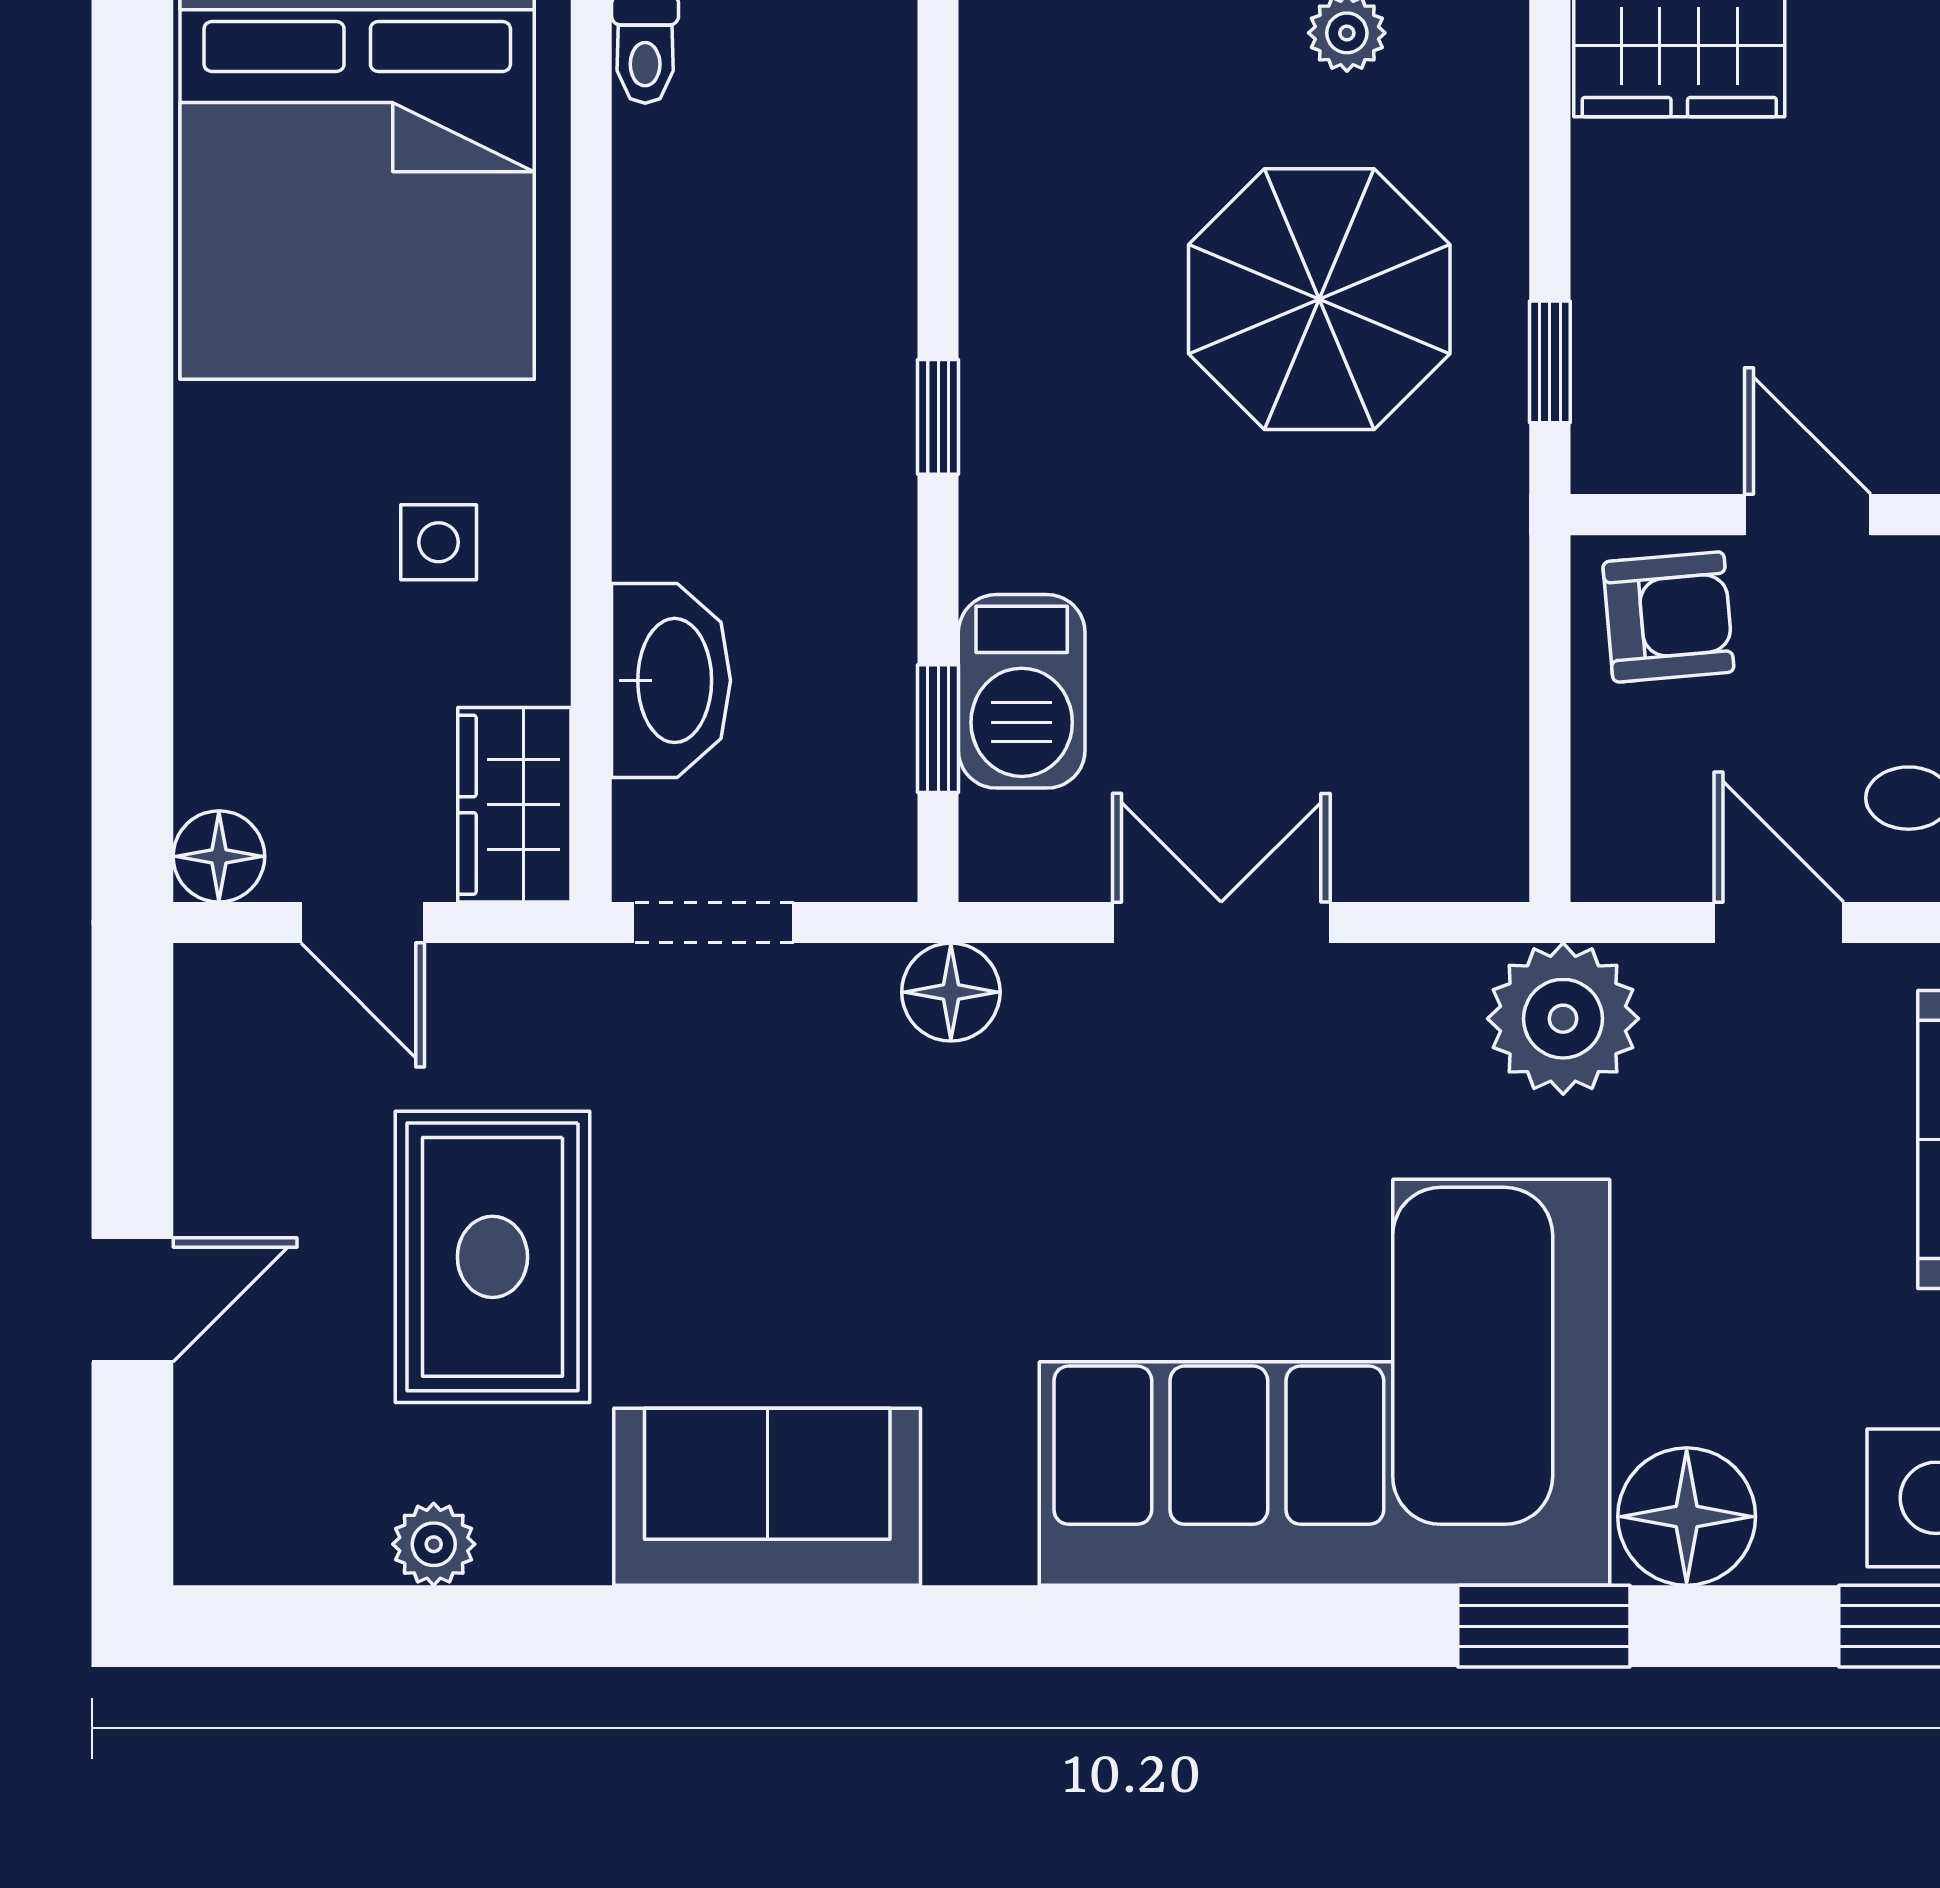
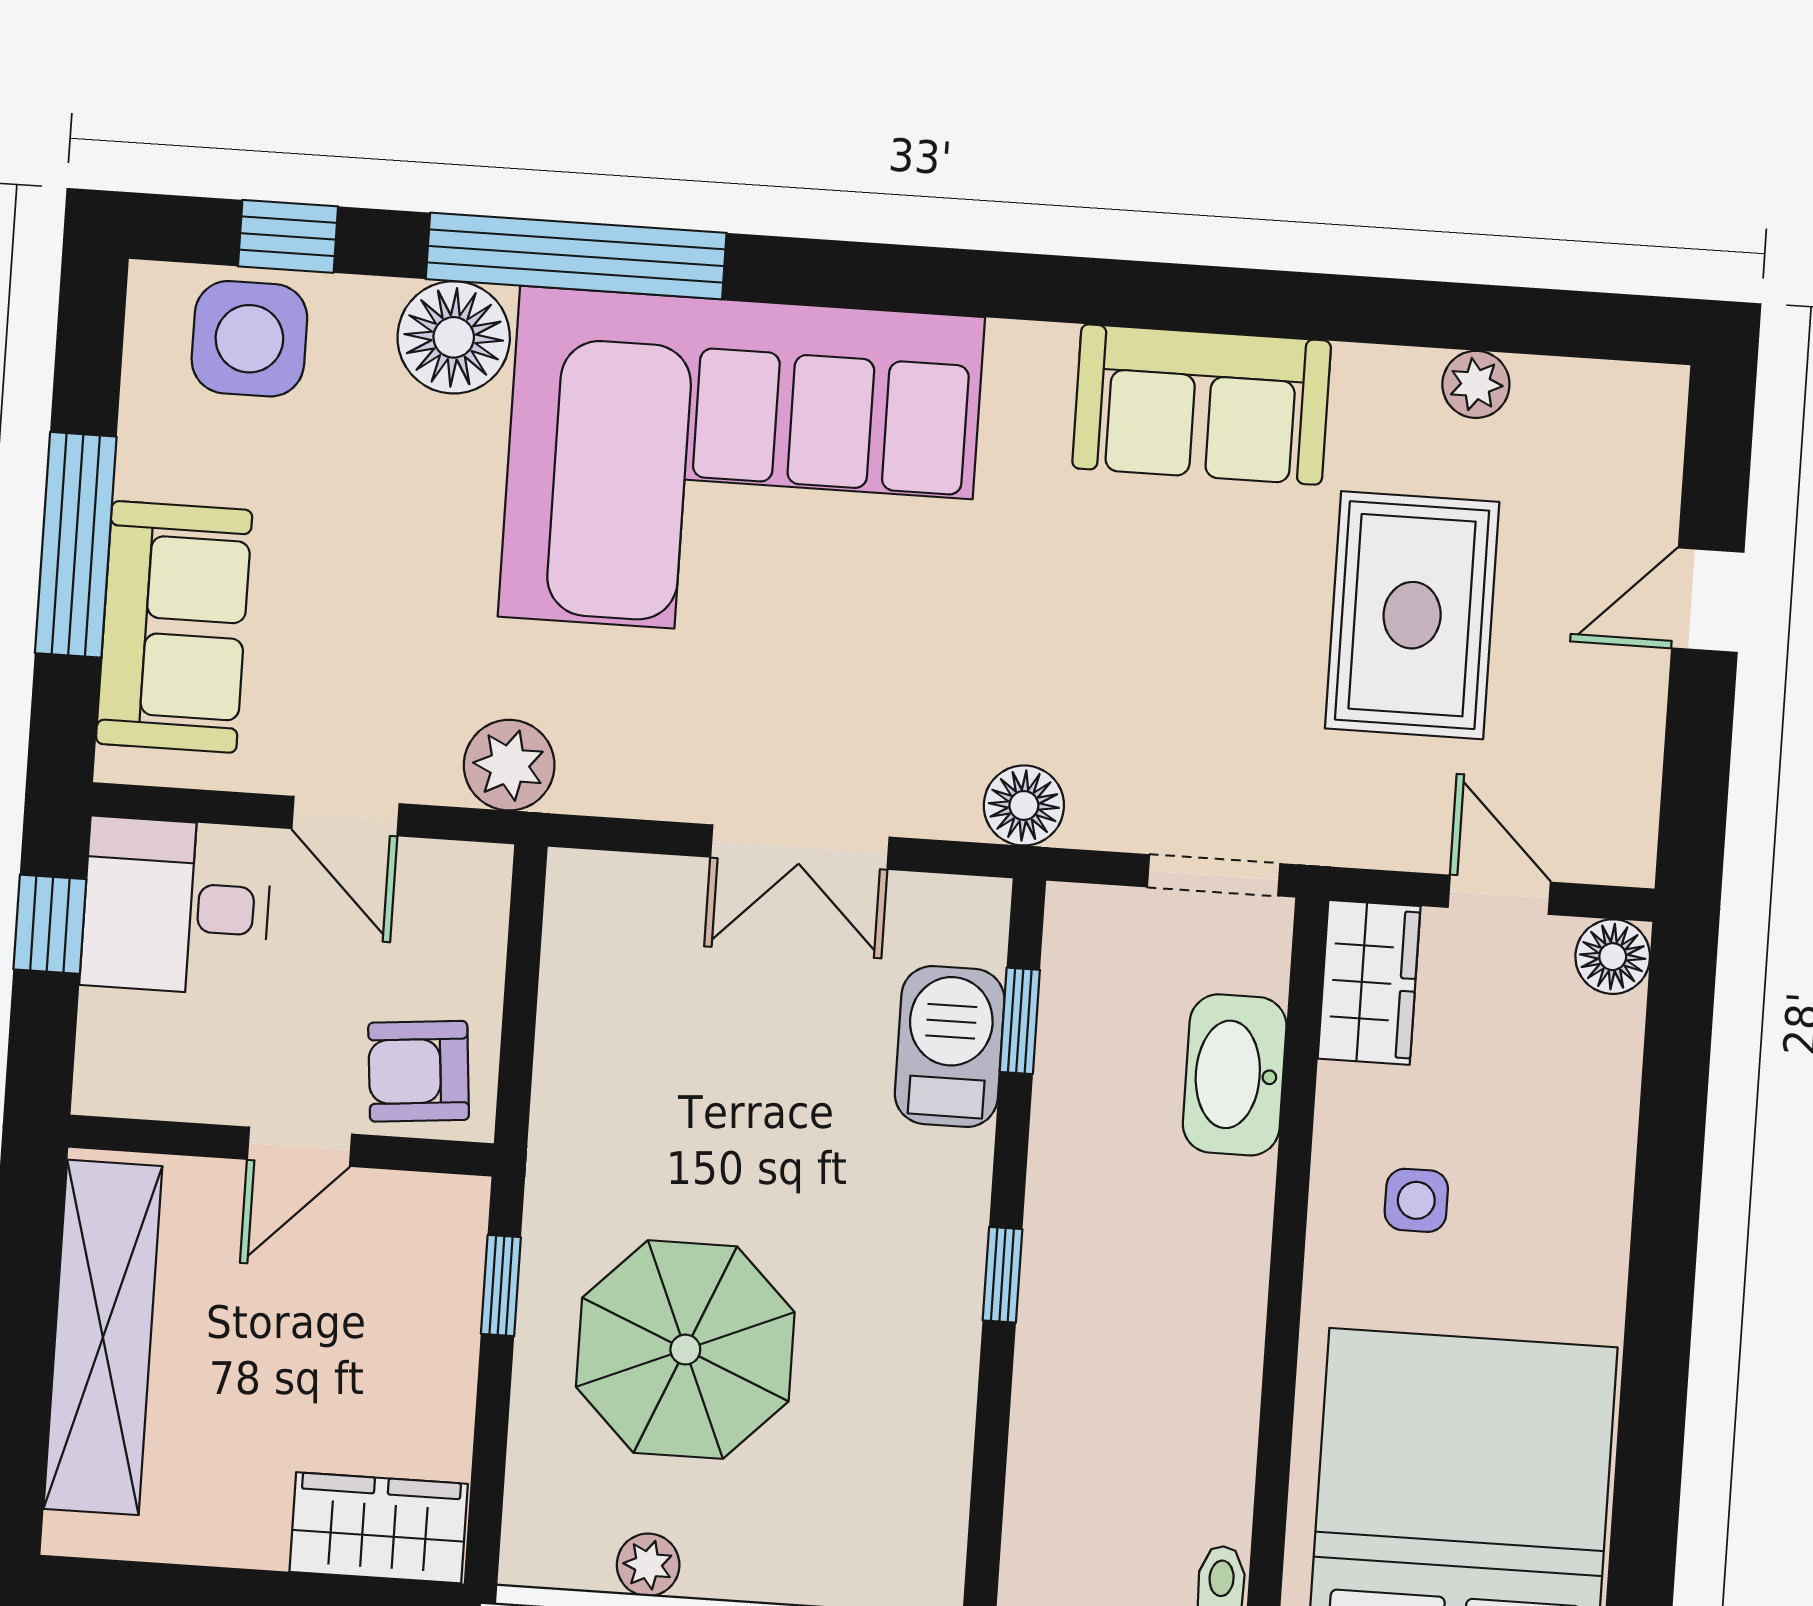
door: (1808, 515) -> (299, 1147), hinge flipped
plant: (1563, 1019) -> (509, 765), width x0.73, depth x0.73
window: (1544, 1626) -> (576, 256), width x2.11

